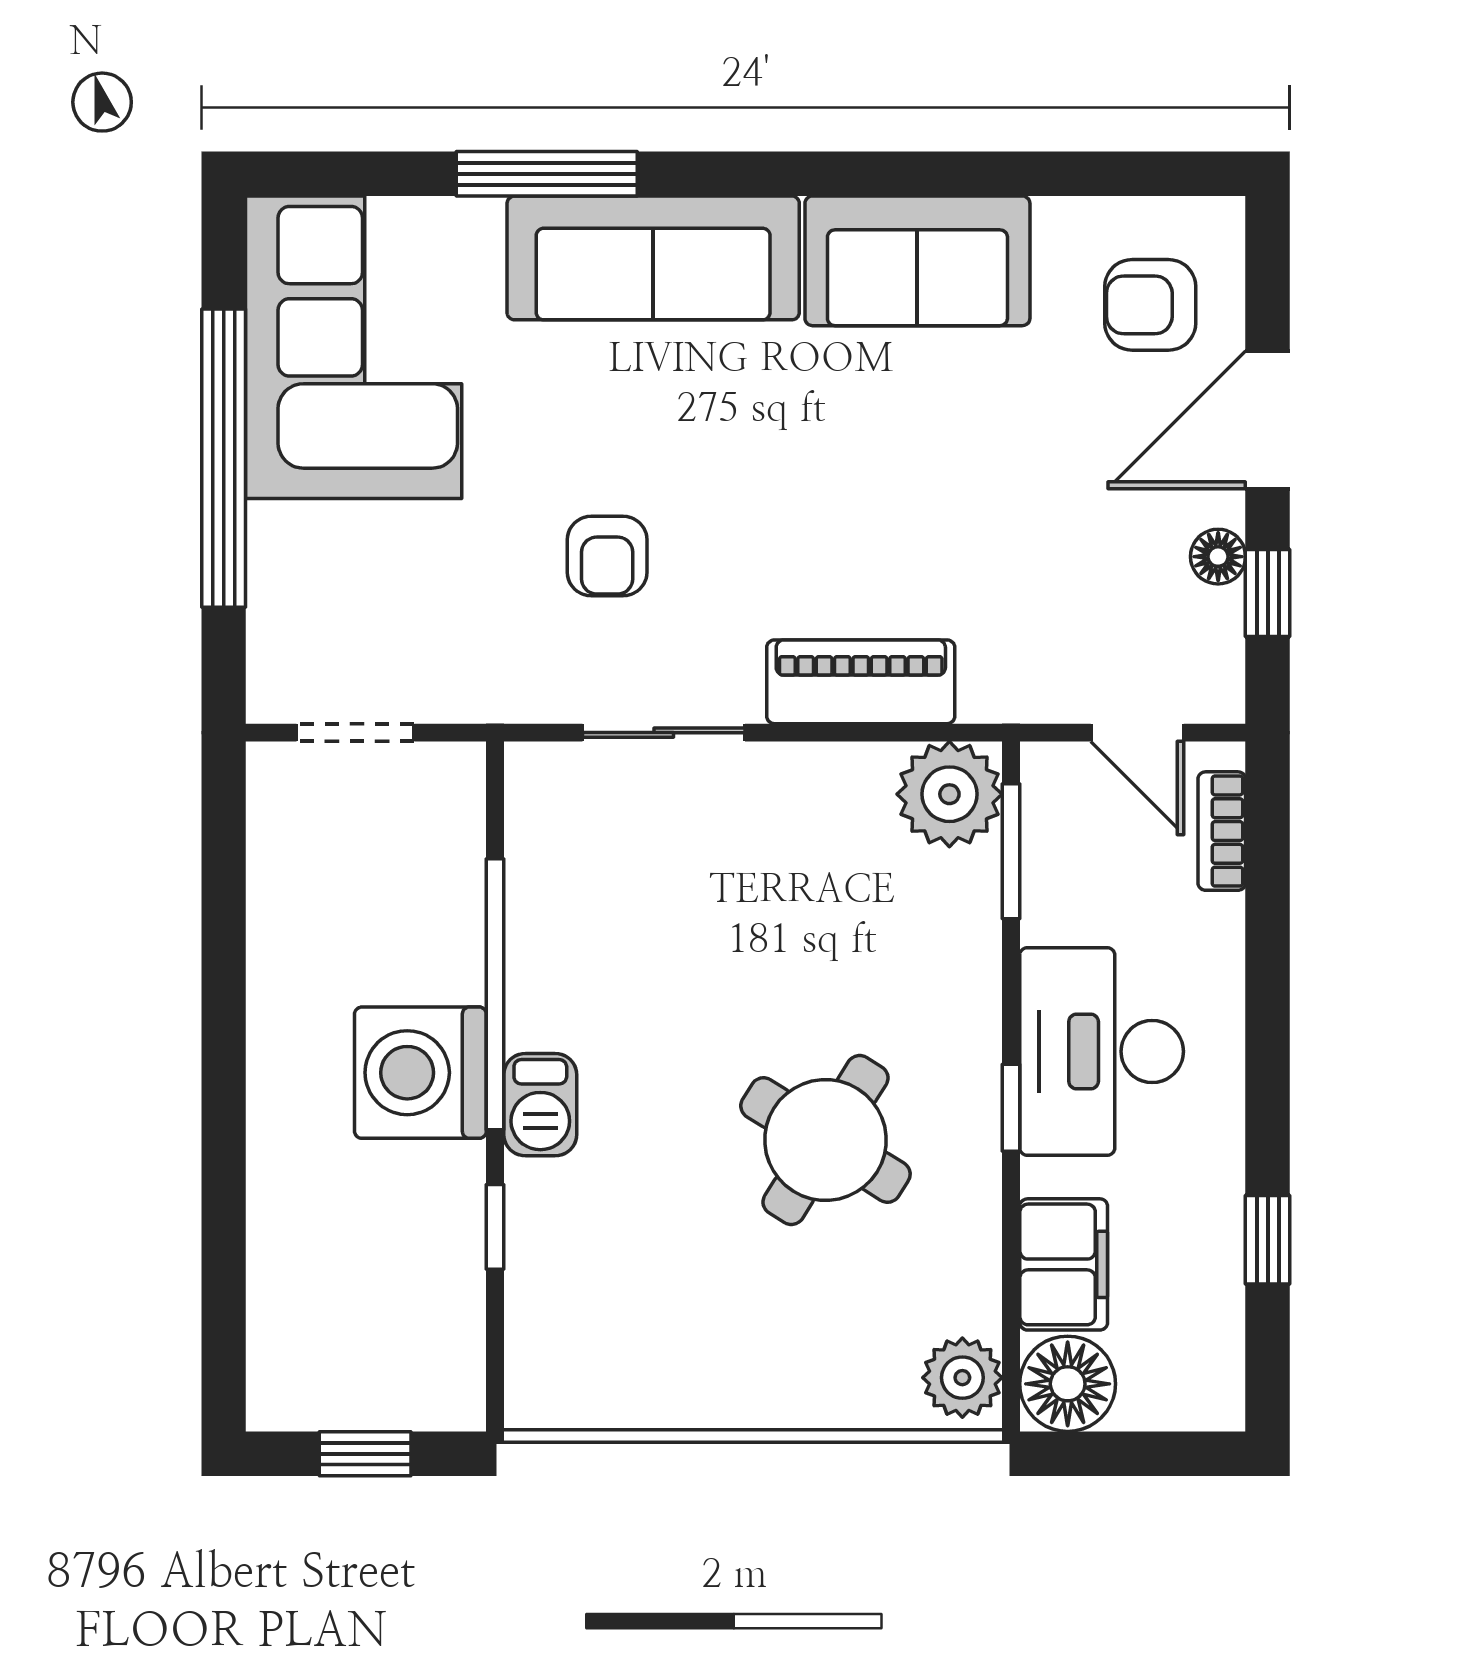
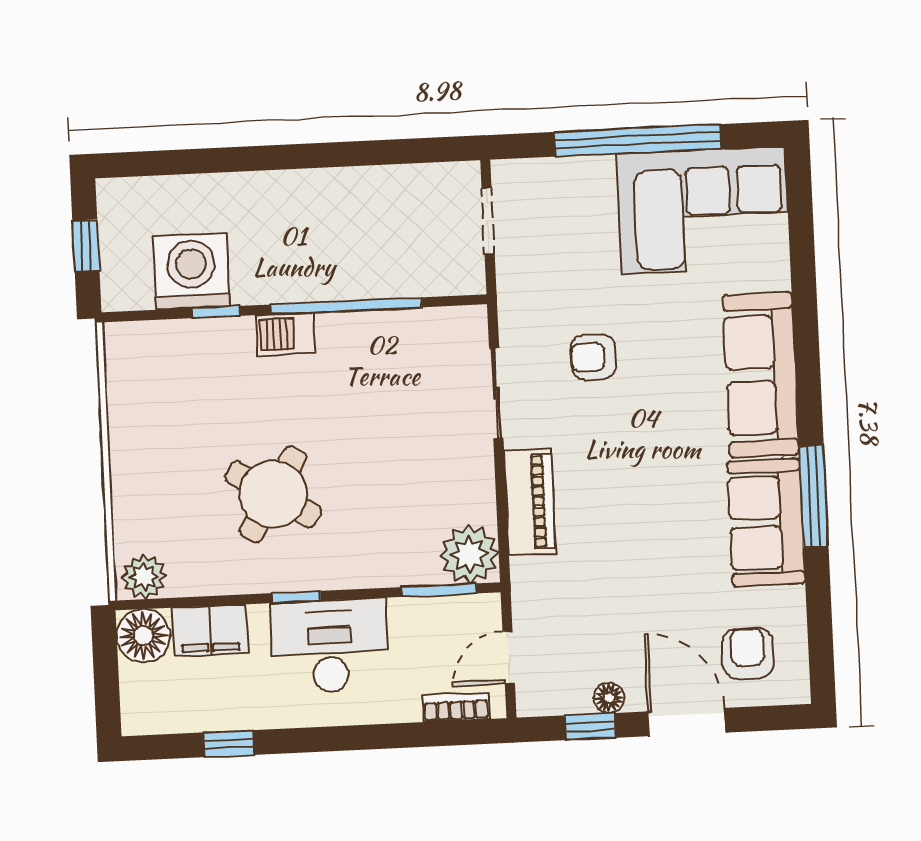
window: (547, 174) -> (814, 496), moved
washing machine: (420, 1073) -> (191, 271), moved

